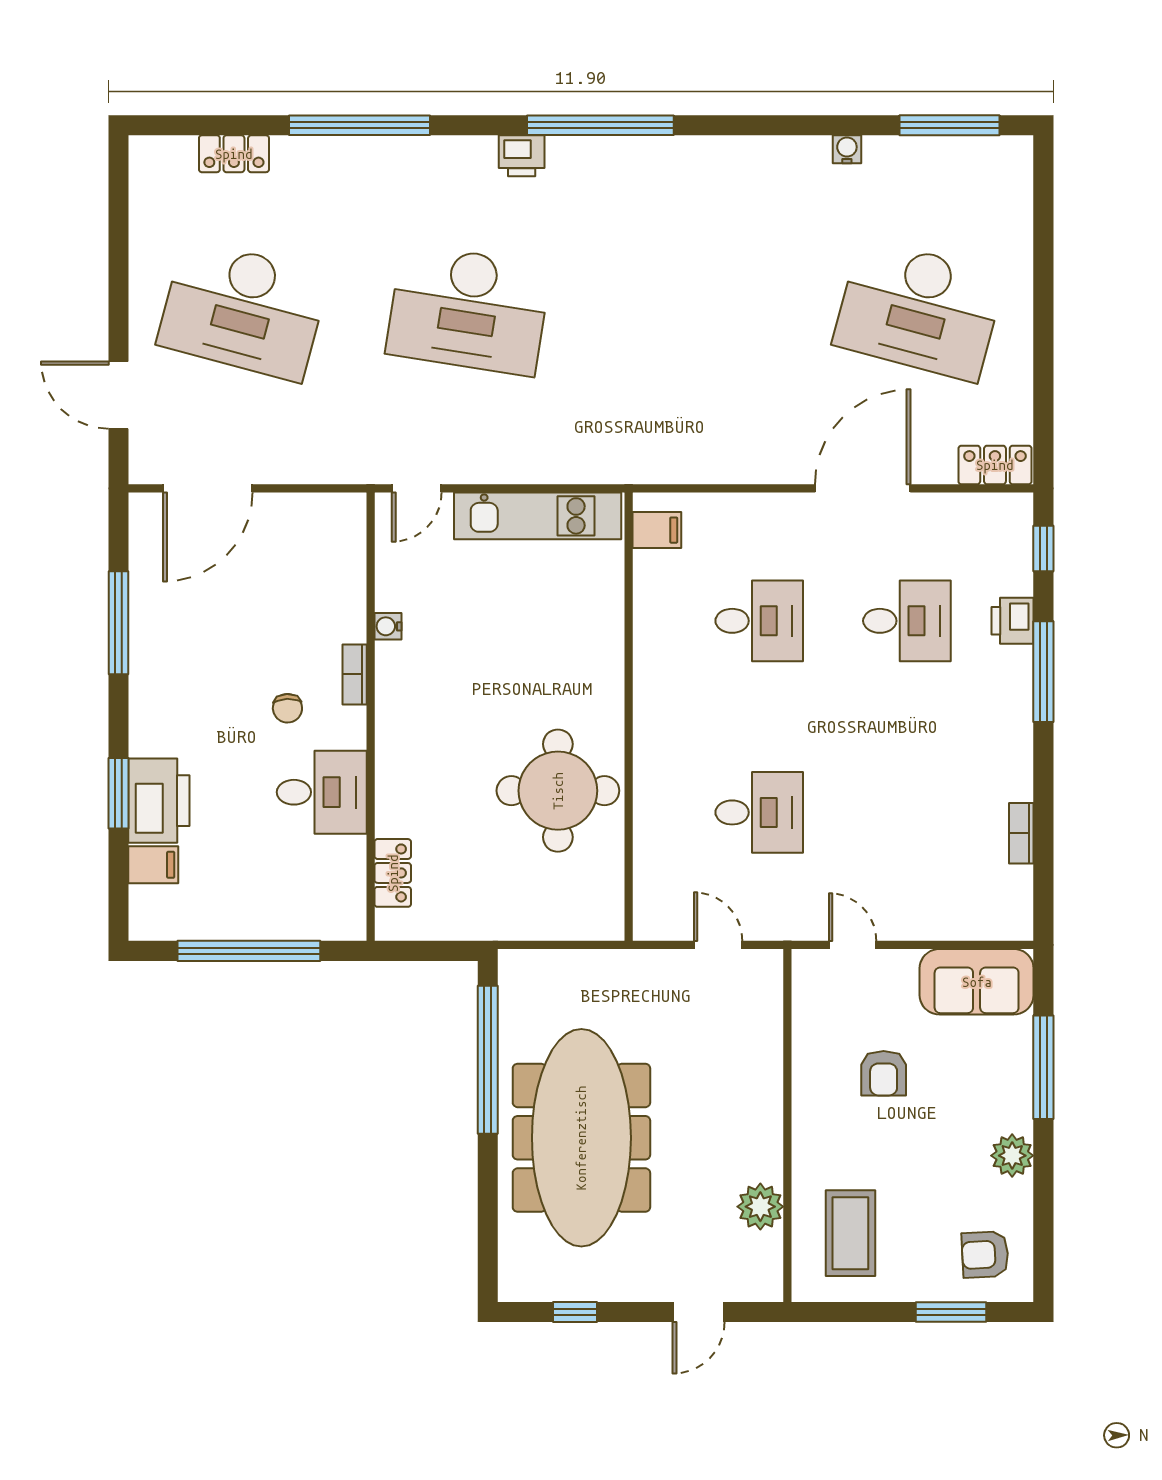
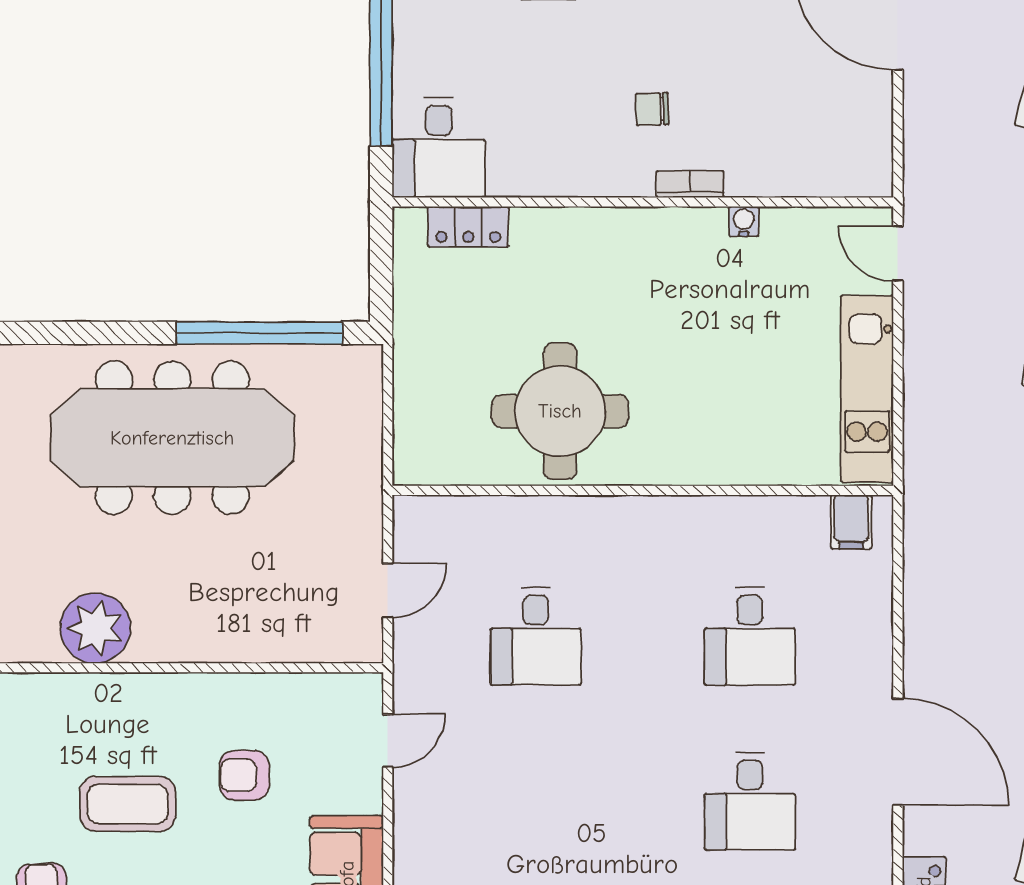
desk: (322, 792) -> (439, 147), moved
plant: (760, 1207) -> (95, 628), width x1.36, depth x1.36
coffee table: (850, 1233) -> (128, 804), moved

